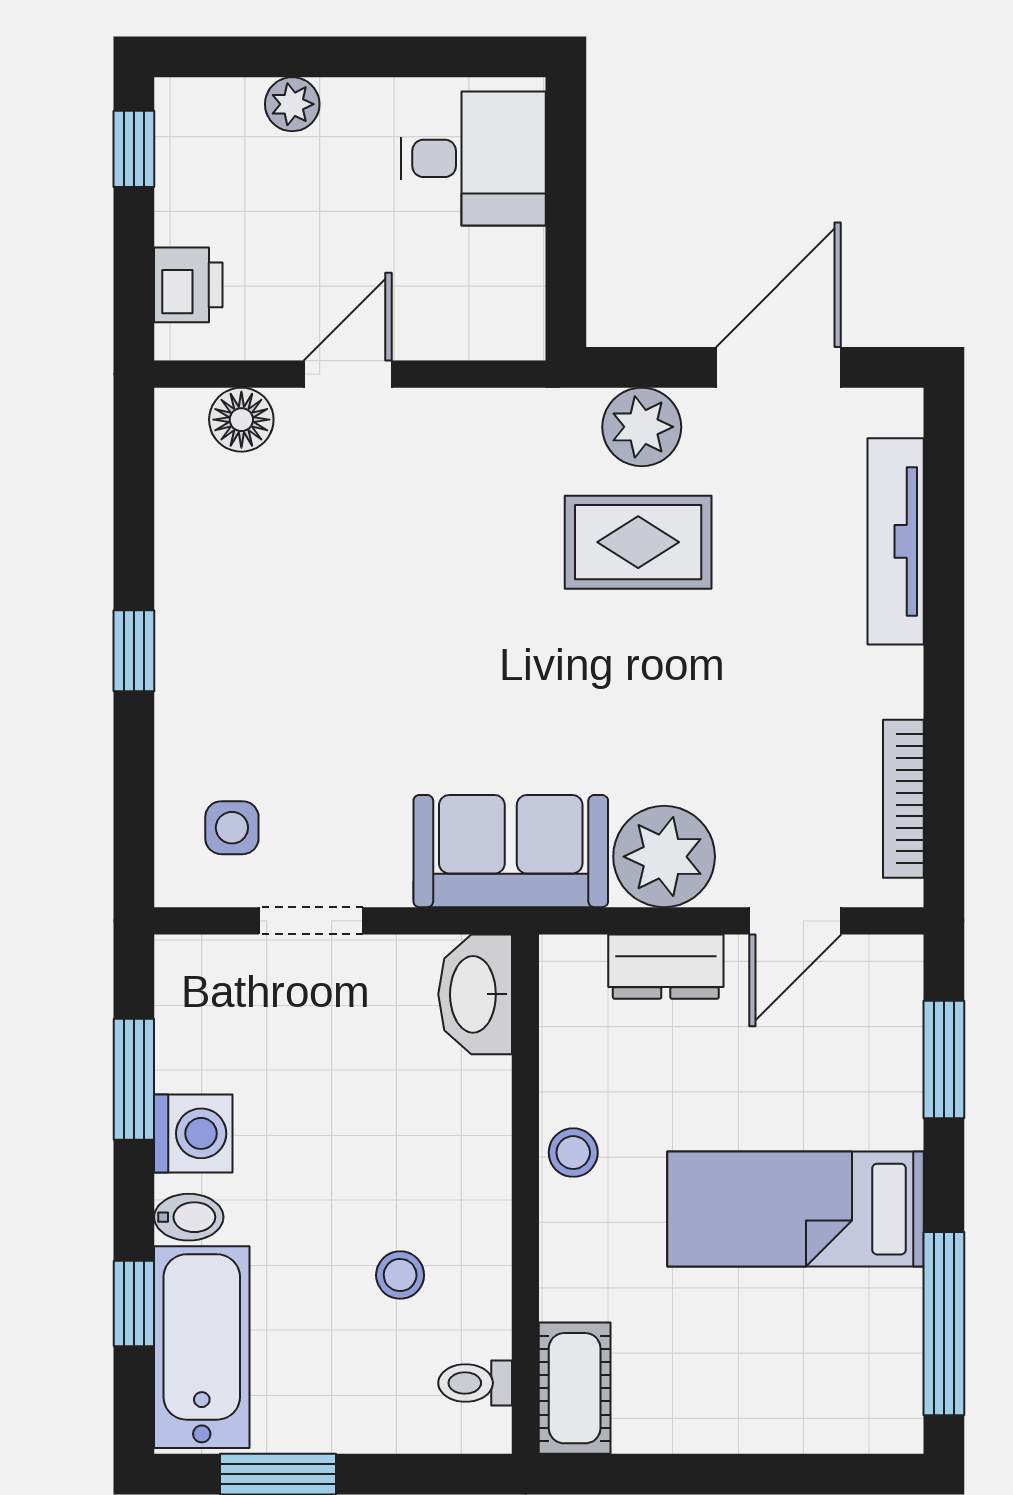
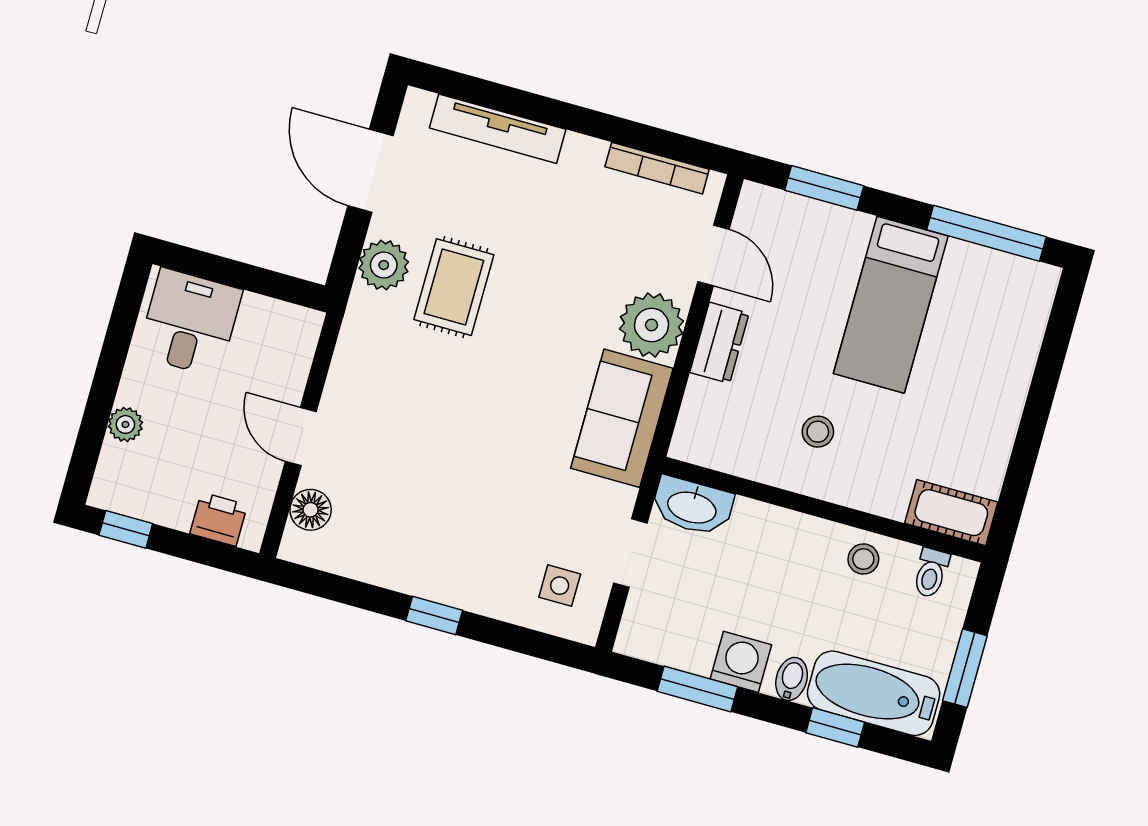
washbasin: (475, 994) -> (692, 506), moved
wall: (525, 1194) -> (824, 510), moved
toilet: (475, 1383) -> (931, 573), moved
cot: (575, 1388) -> (951, 513), moved

